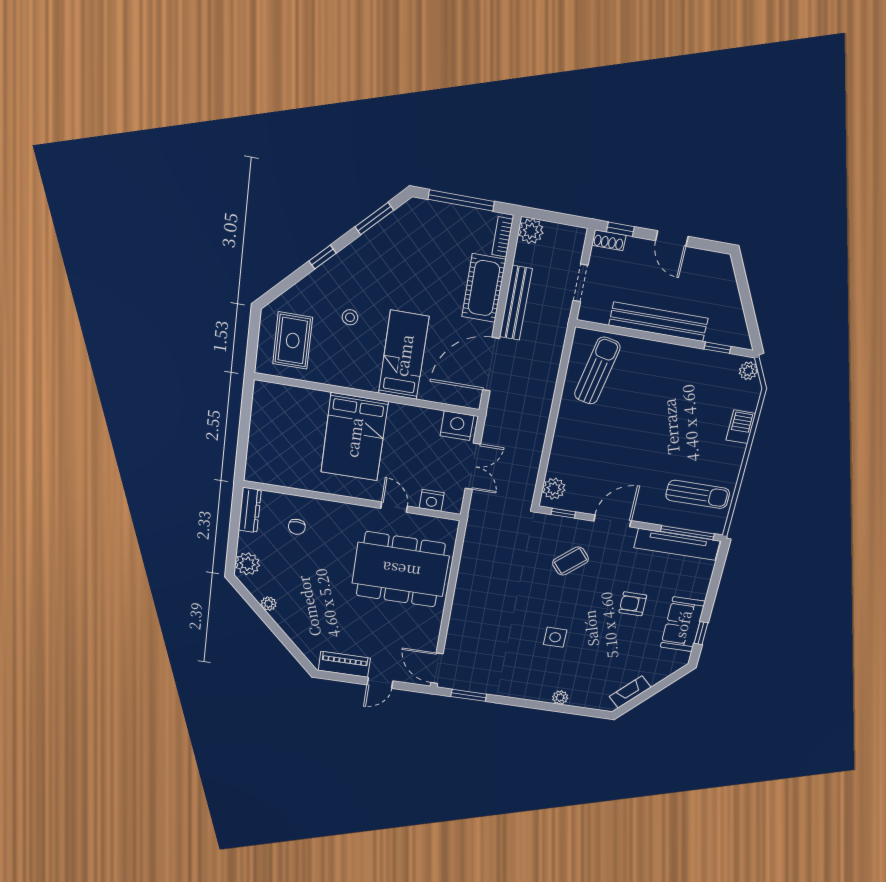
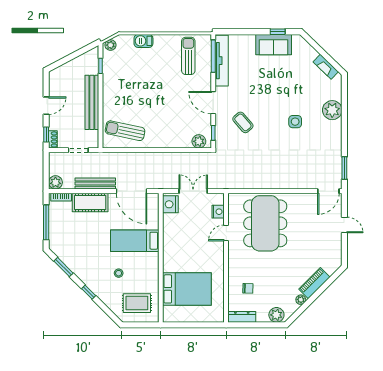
bed: (354, 437) -> (187, 289), moved
armchair: (633, 604) -> (265, 79), removed
piano: (344, 664) -> (314, 283), moved, turned 45
plant: (560, 697) -> (332, 110), width x1.87, depth x1.87

